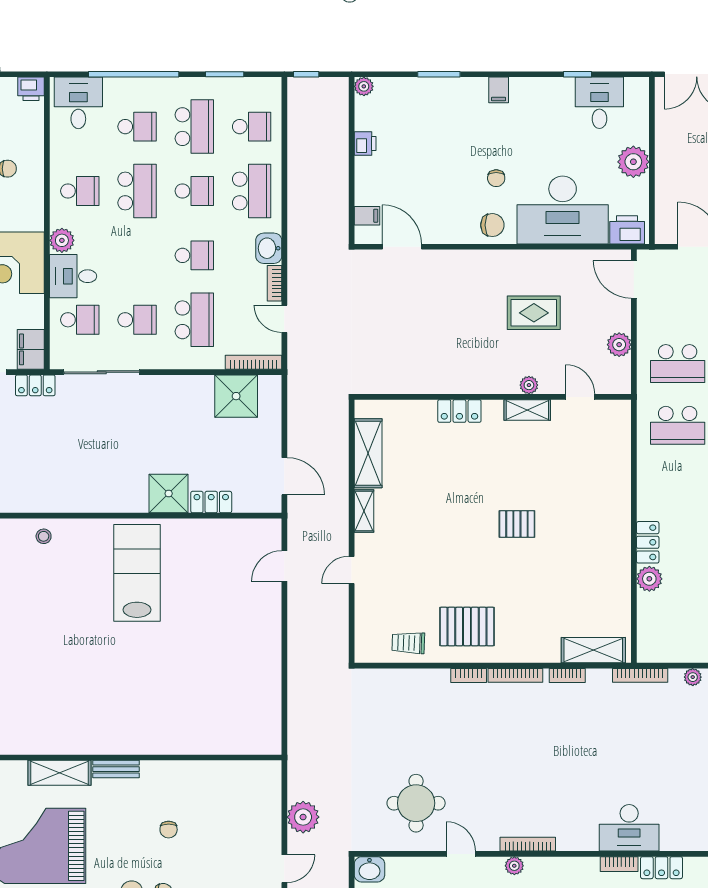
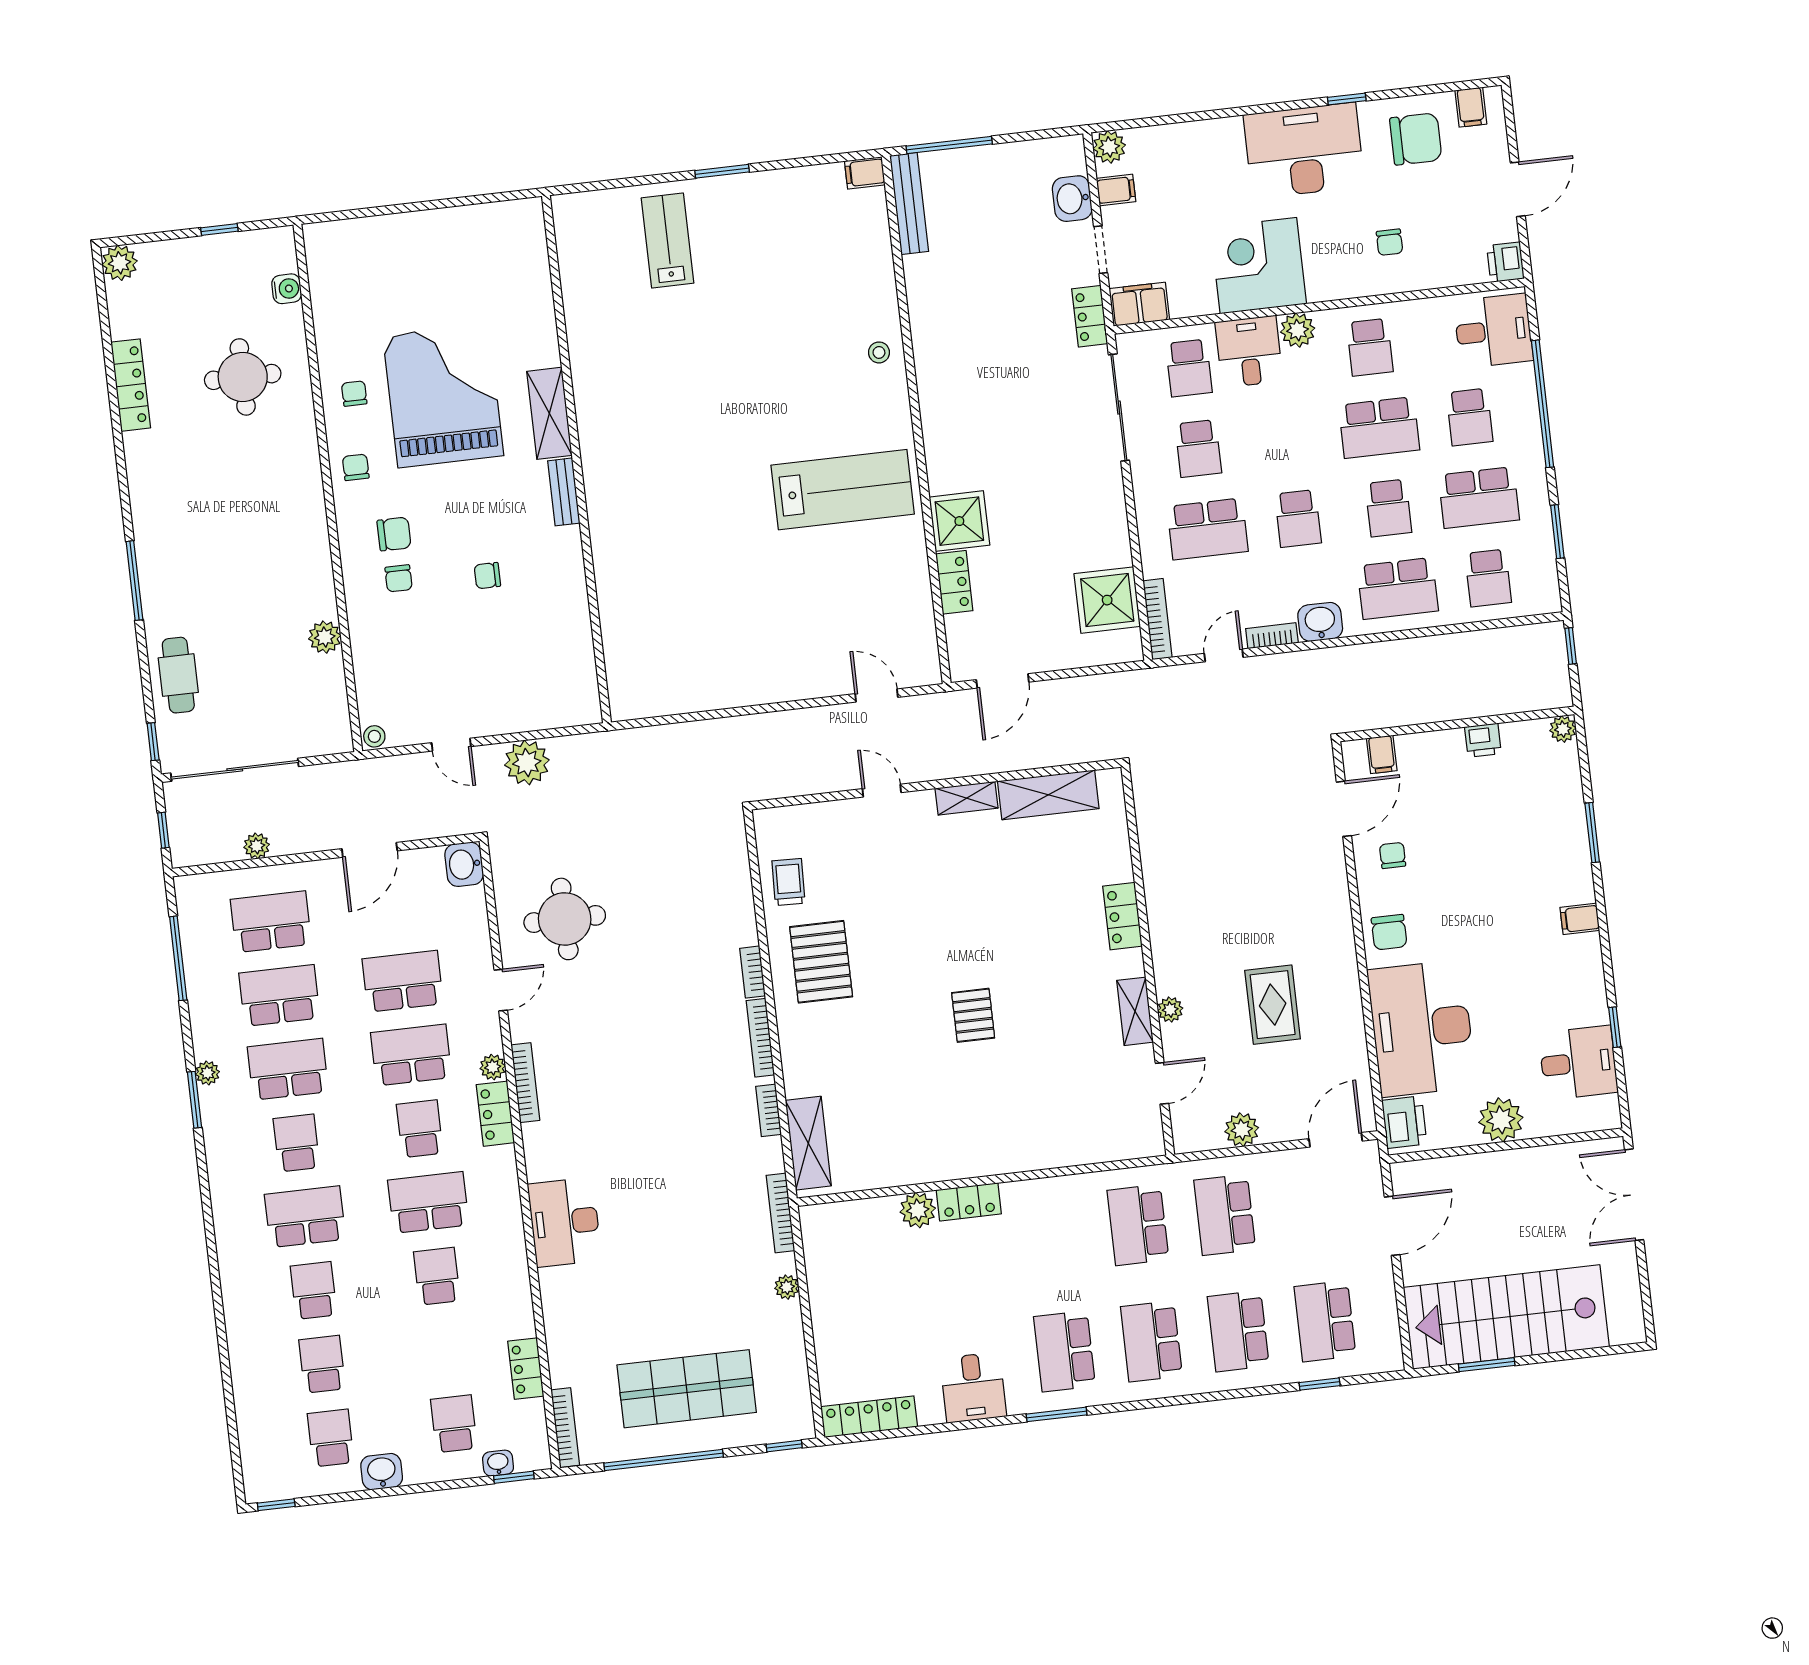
chair: (496, 178) -> (1393, 855), moved, turned 90
bookcase: (619, 864) -> (512, 1214), removed
locker: (662, 868) -> (495, 1114), moved

